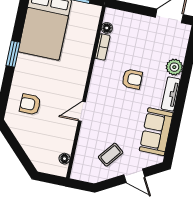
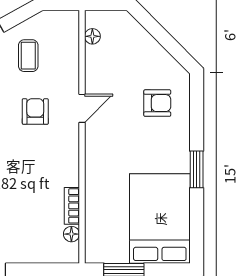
armchair: (132, 79) -> (35, 111), moved, turned 90
coffee table: (111, 155) -> (28, 56), turned -38

